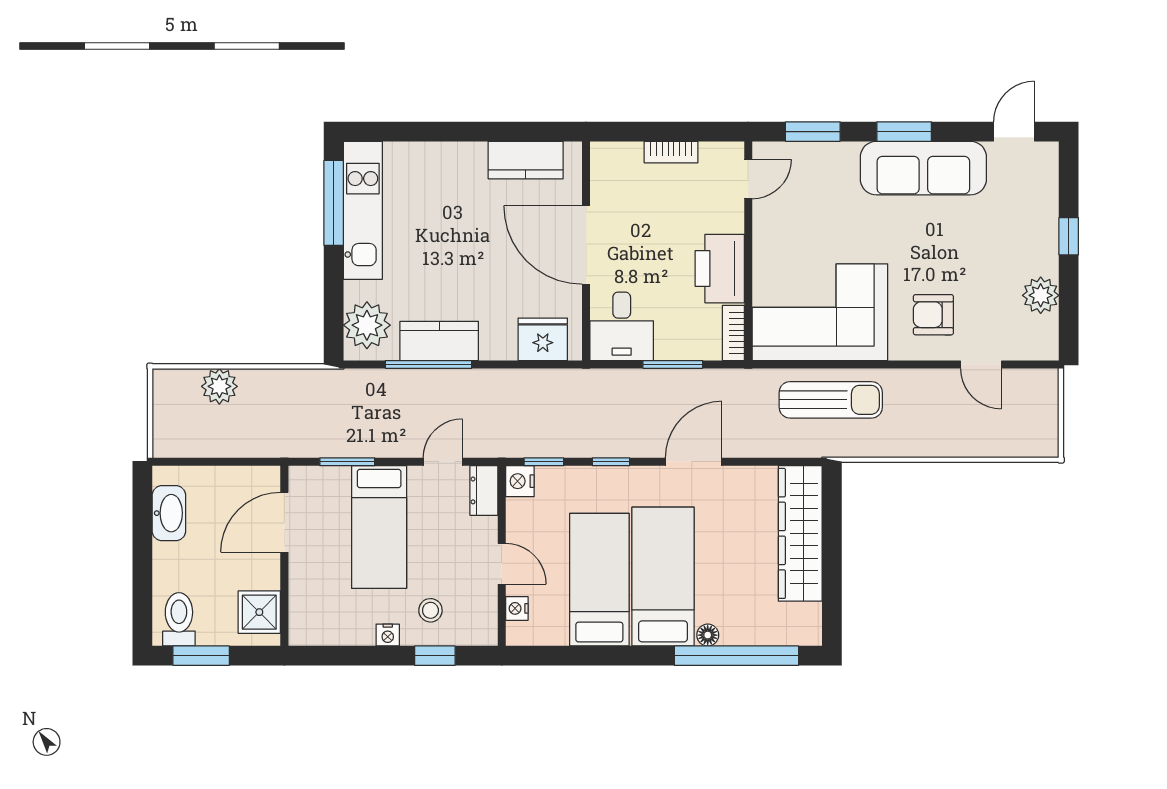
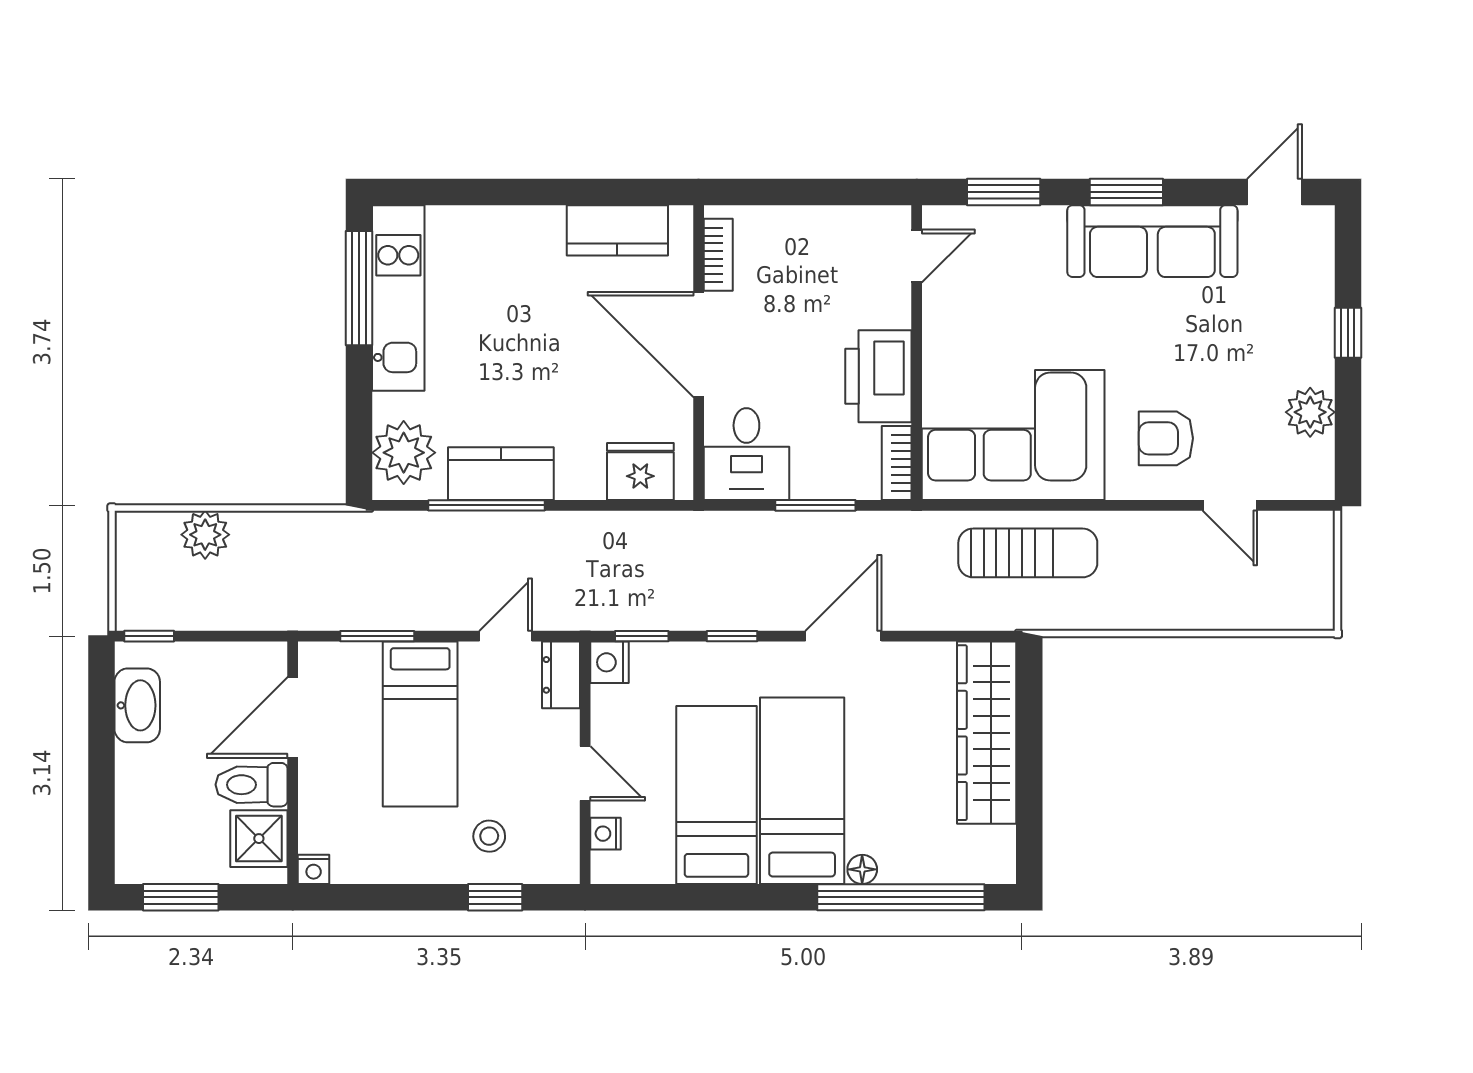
bookcase: (671, 152) -> (718, 255), moved, turned -90
window: (178, 462) -> (149, 636), added
toilet: (179, 619) -> (252, 785), moved, turned -90
nightstand: (388, 635) -> (314, 869), moved

